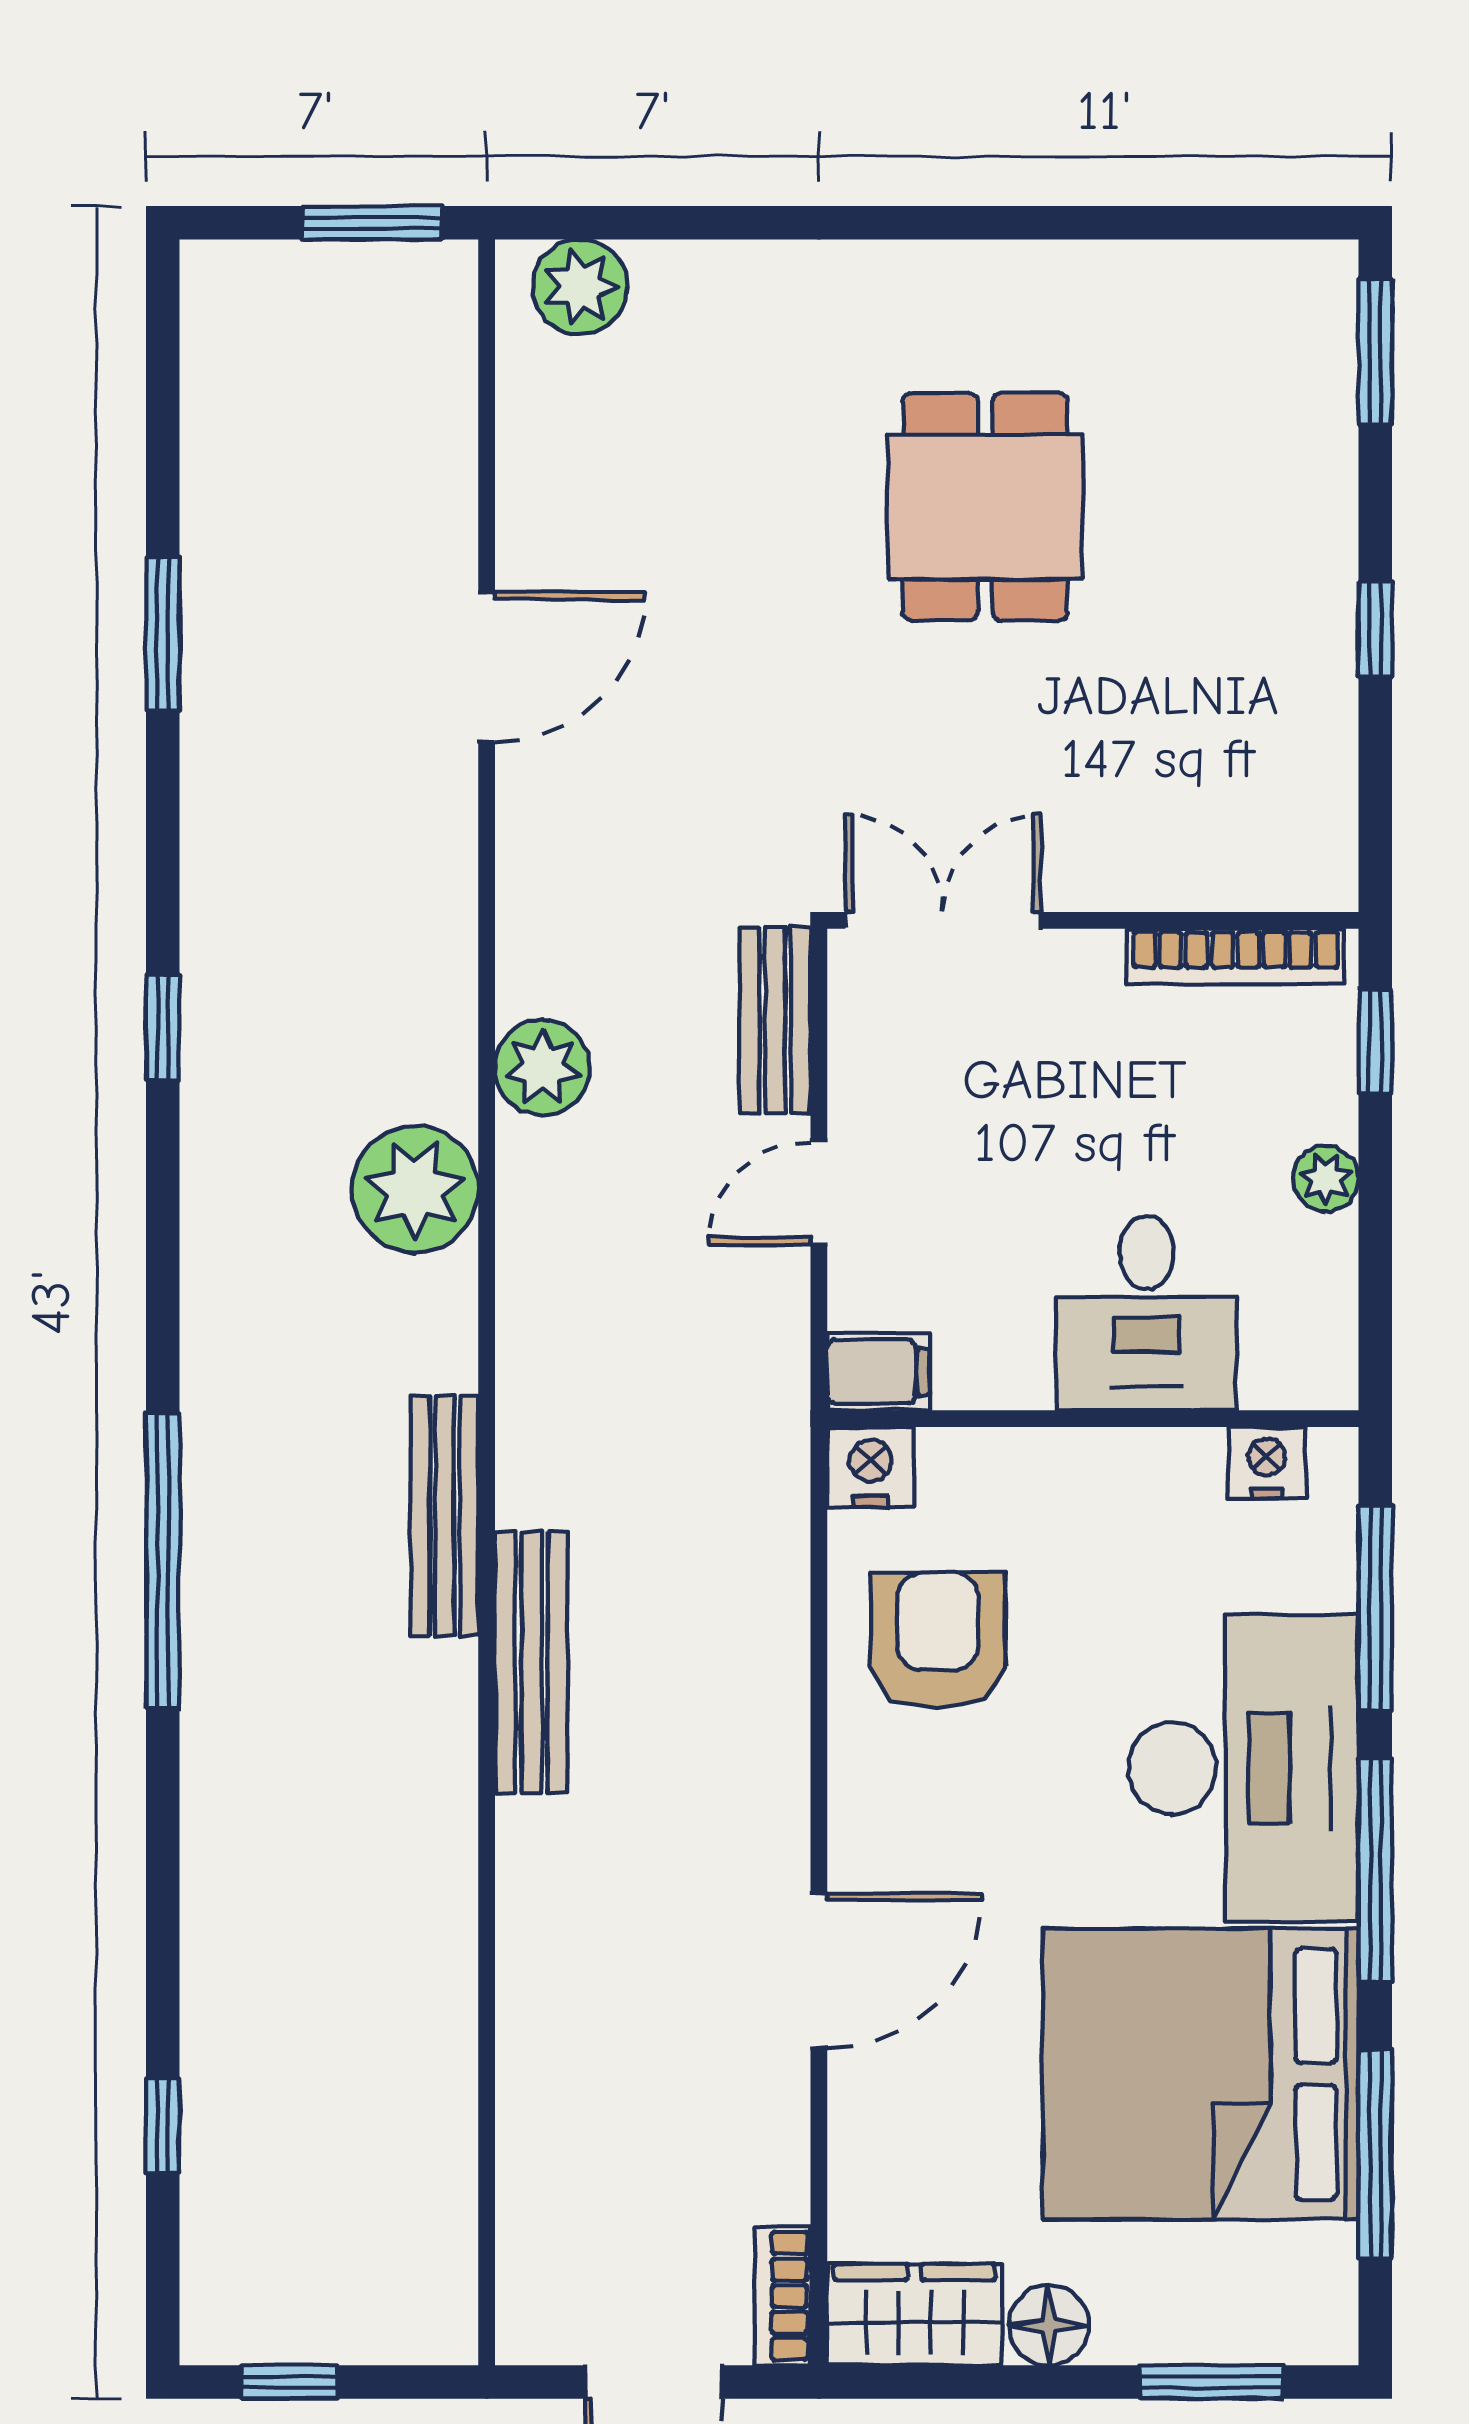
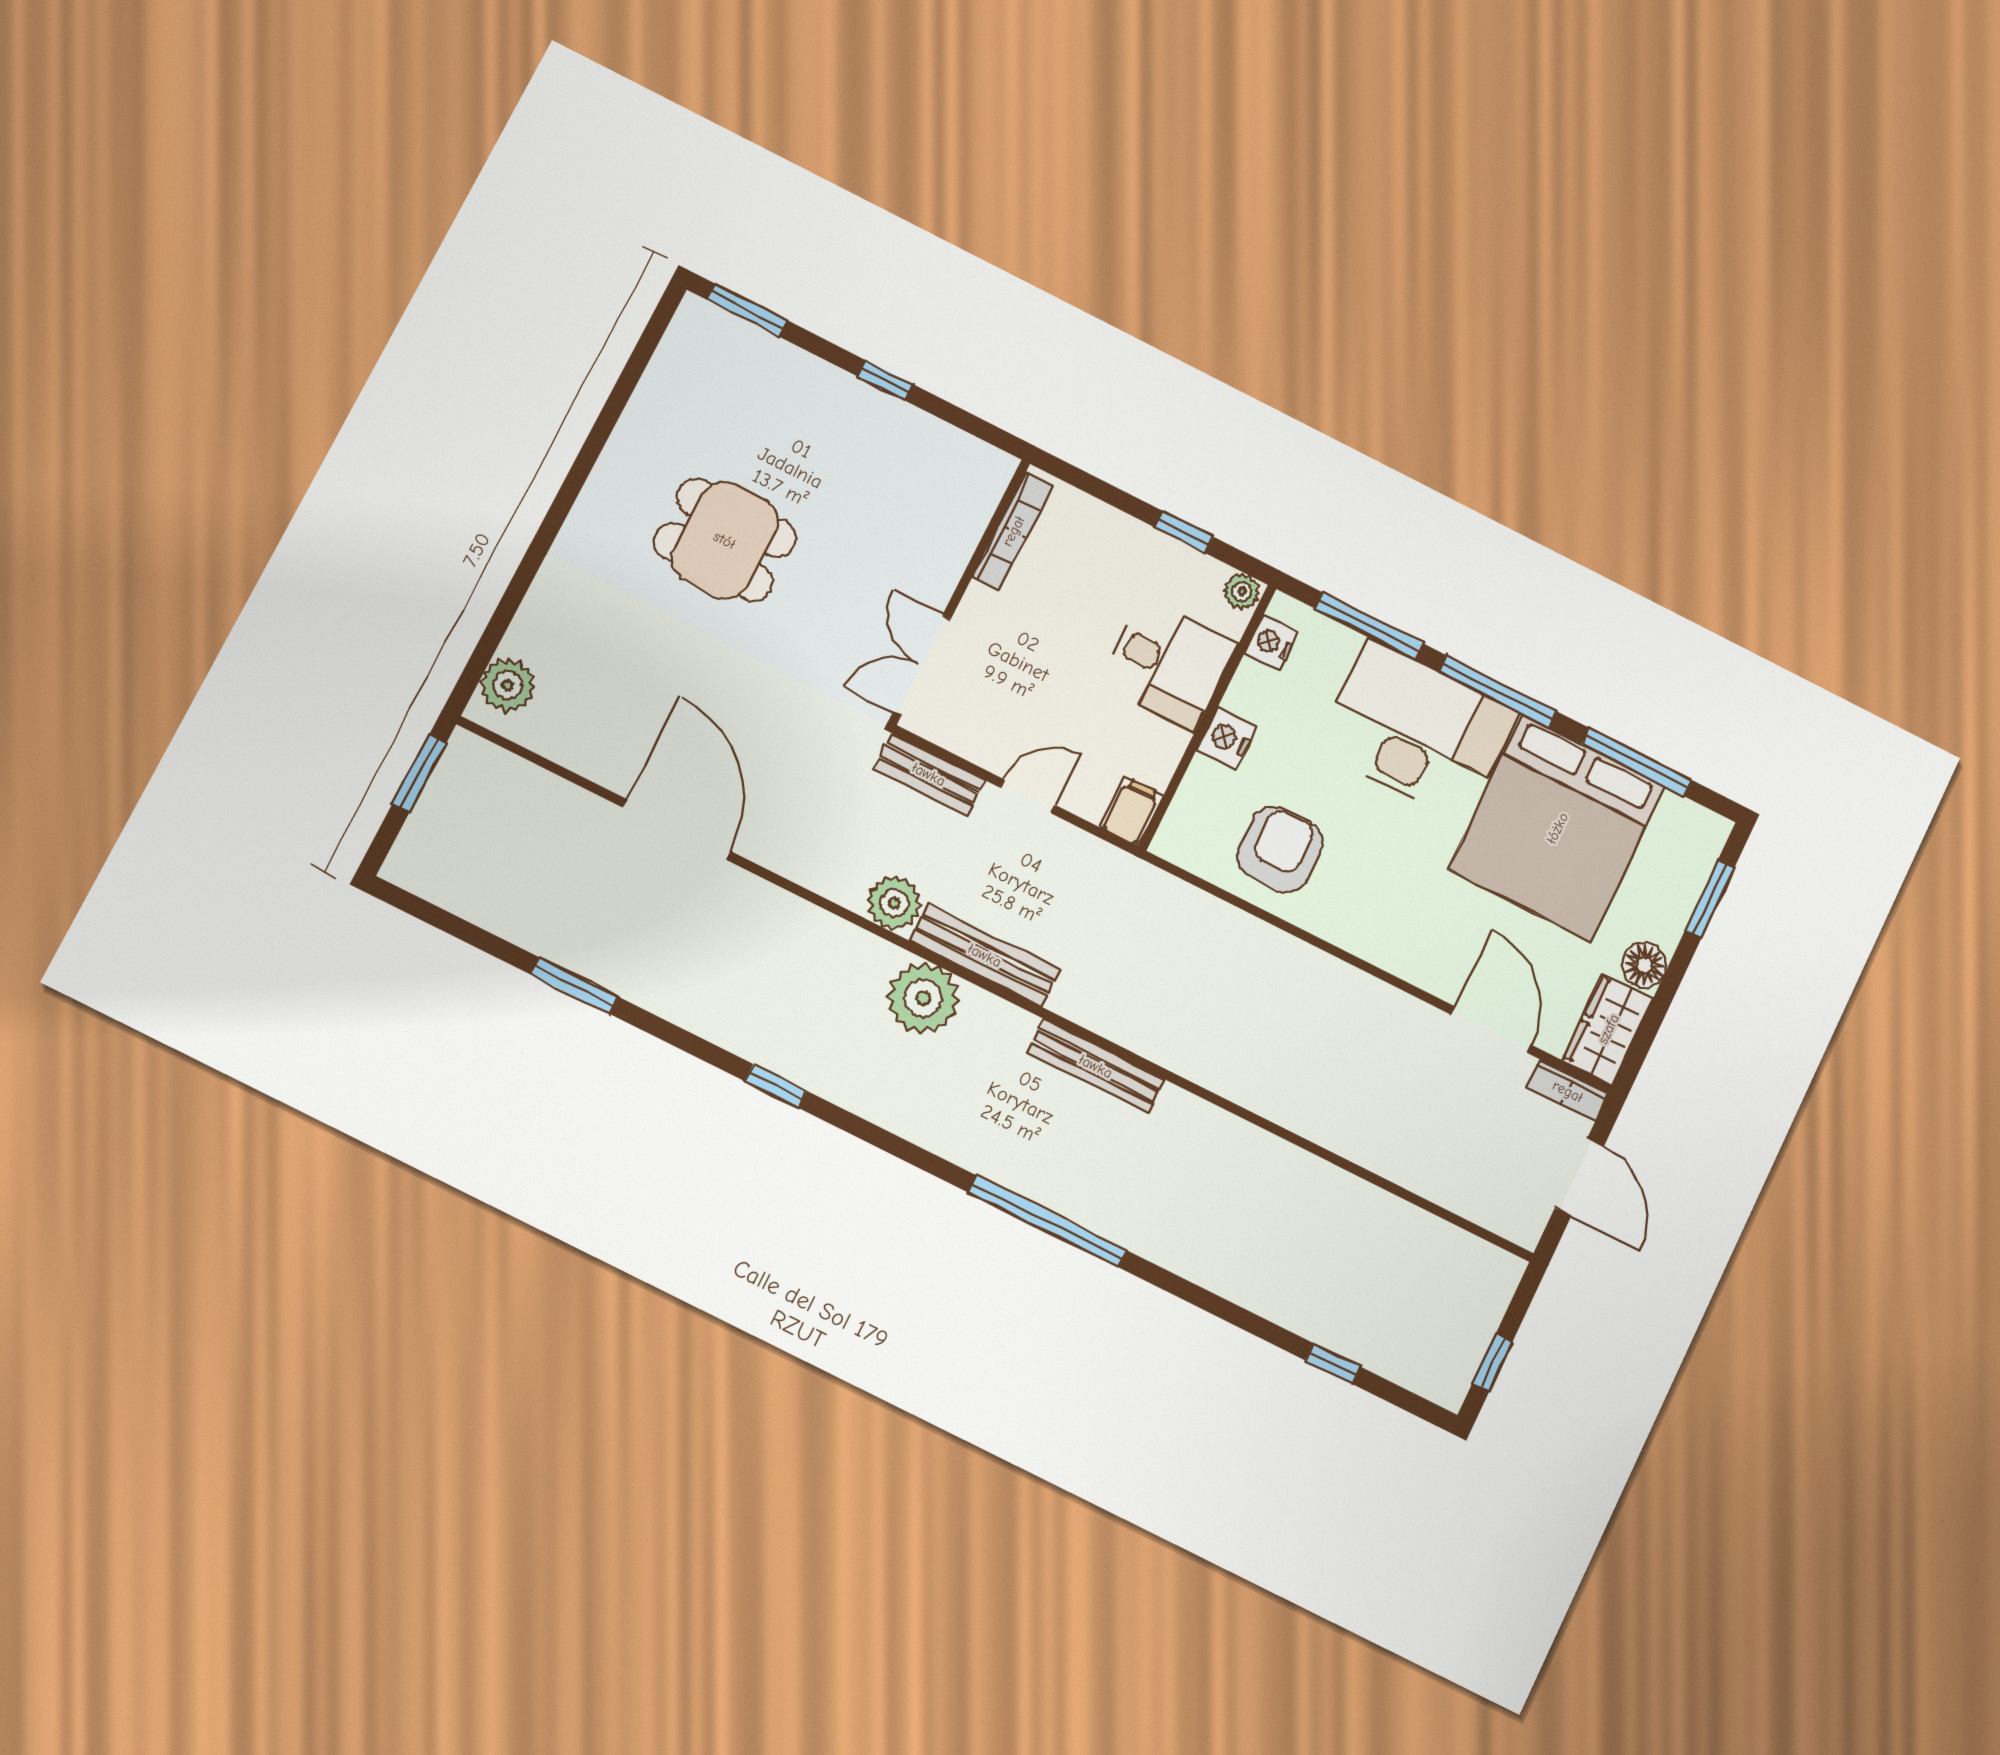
door: (487, 667) -> (677, 829), width x1.36
window: (1375, 1042) -> (1184, 532), moved
plant: (1326, 1178) -> (1242, 591), moved
door: (819, 1193) -> (1027, 796), swing flipped
nightstand: (871, 1467) -> (1227, 738), moved
armchair: (938, 1640) -> (1280, 849), turned 90
bench: (531, 1662) -> (985, 955), moved
door: (819, 1970) -> (1491, 1030), moved

